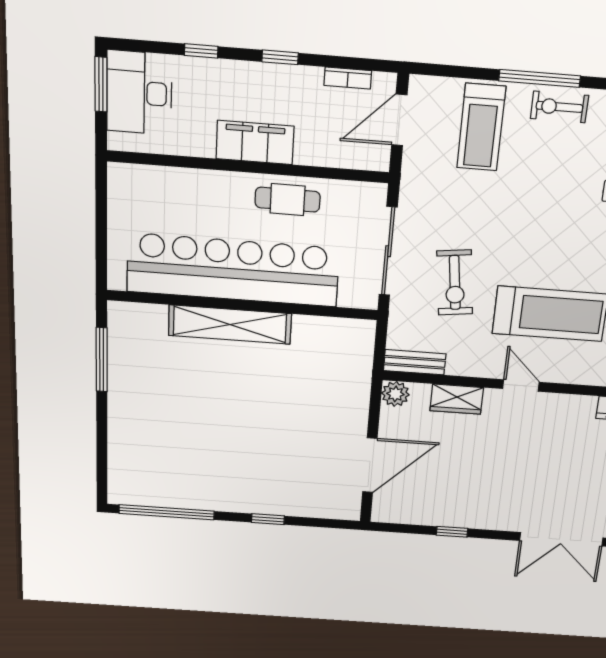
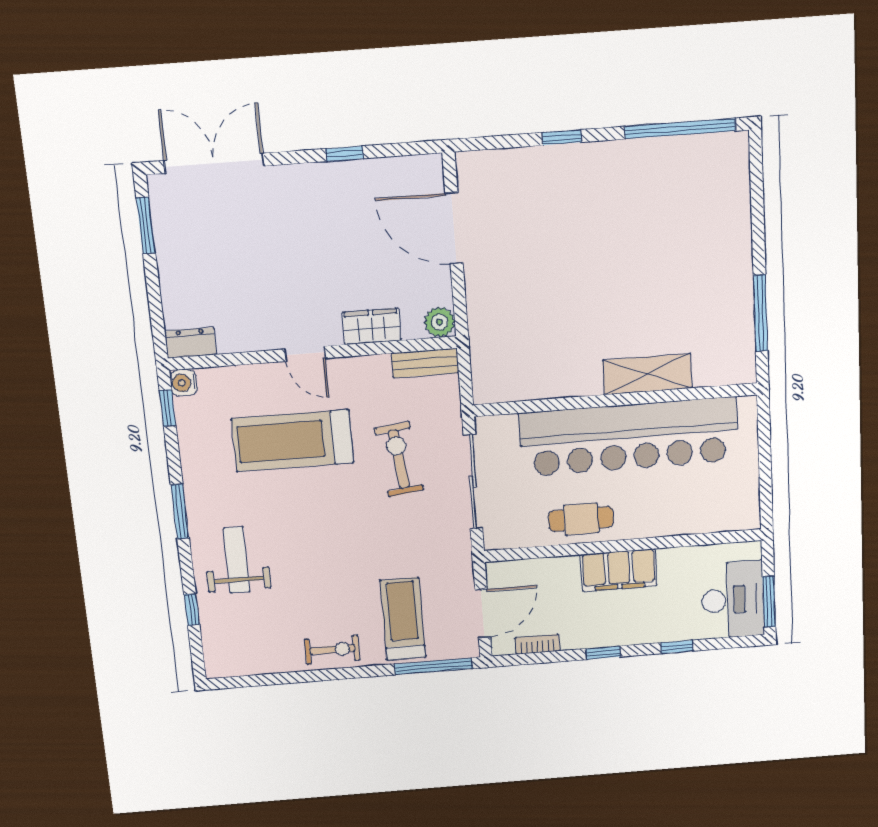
window: (540, 78) -> (434, 666), moved
shelving: (230, 325) -> (647, 374), width x0.68
door: (370, 465) -> (454, 228), hinge flipped

